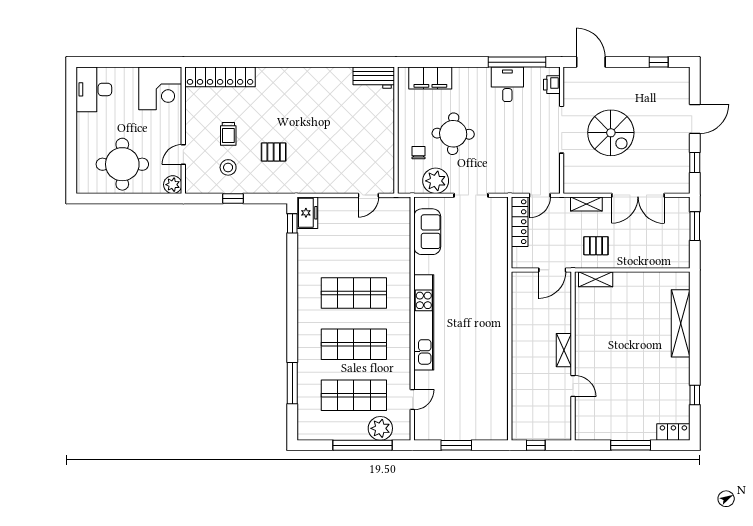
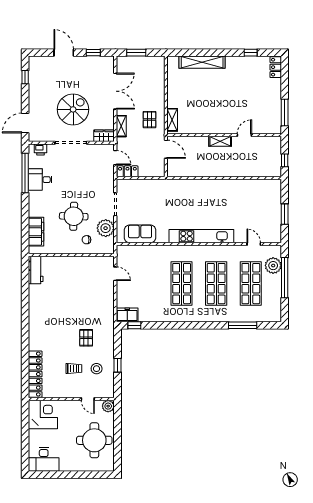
wardrobe: (572, 179) -> (104, 136), added
locker: (520, 222) -> (127, 171), width x0.66
window: (631, 445) -> (285, 113), moved

